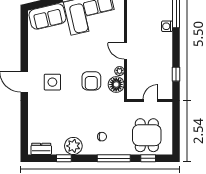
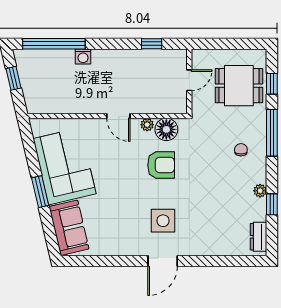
door: (126, 51) -> (118, 116), hinge flipped
door: (151, 100) -> (189, 80), swing flipped
plant: (73, 146) -> (260, 191), width x0.53, depth x0.53

